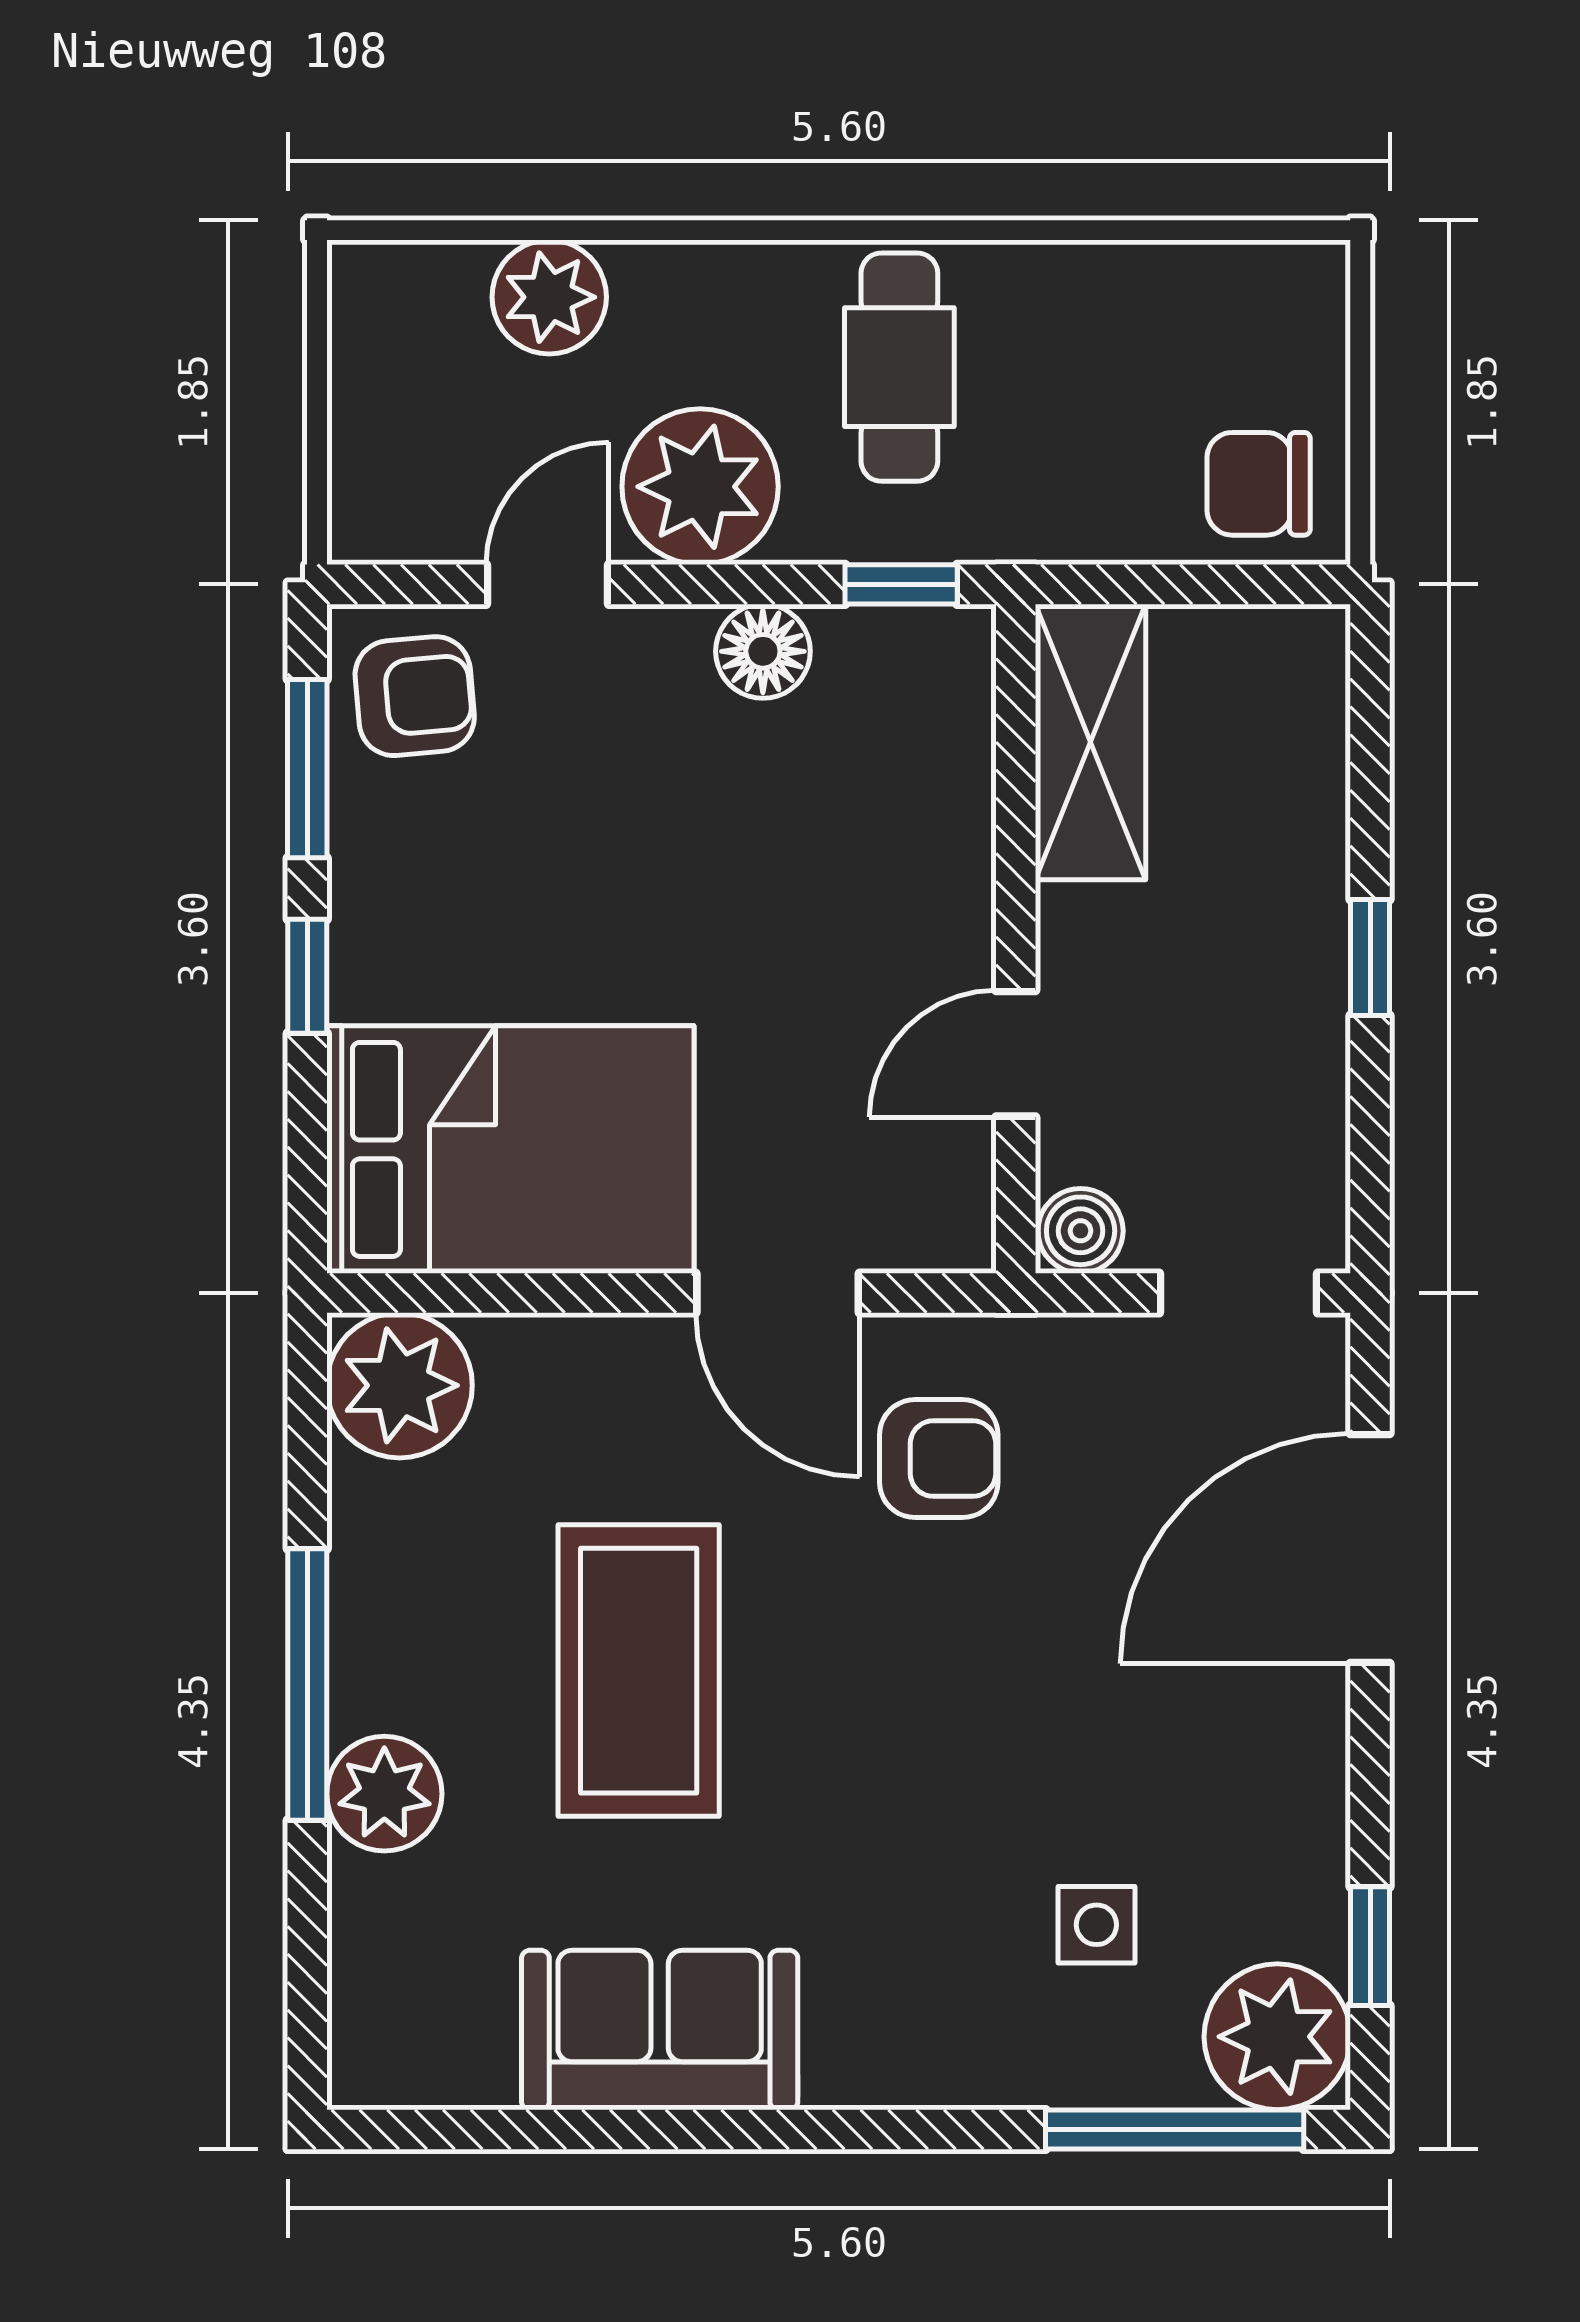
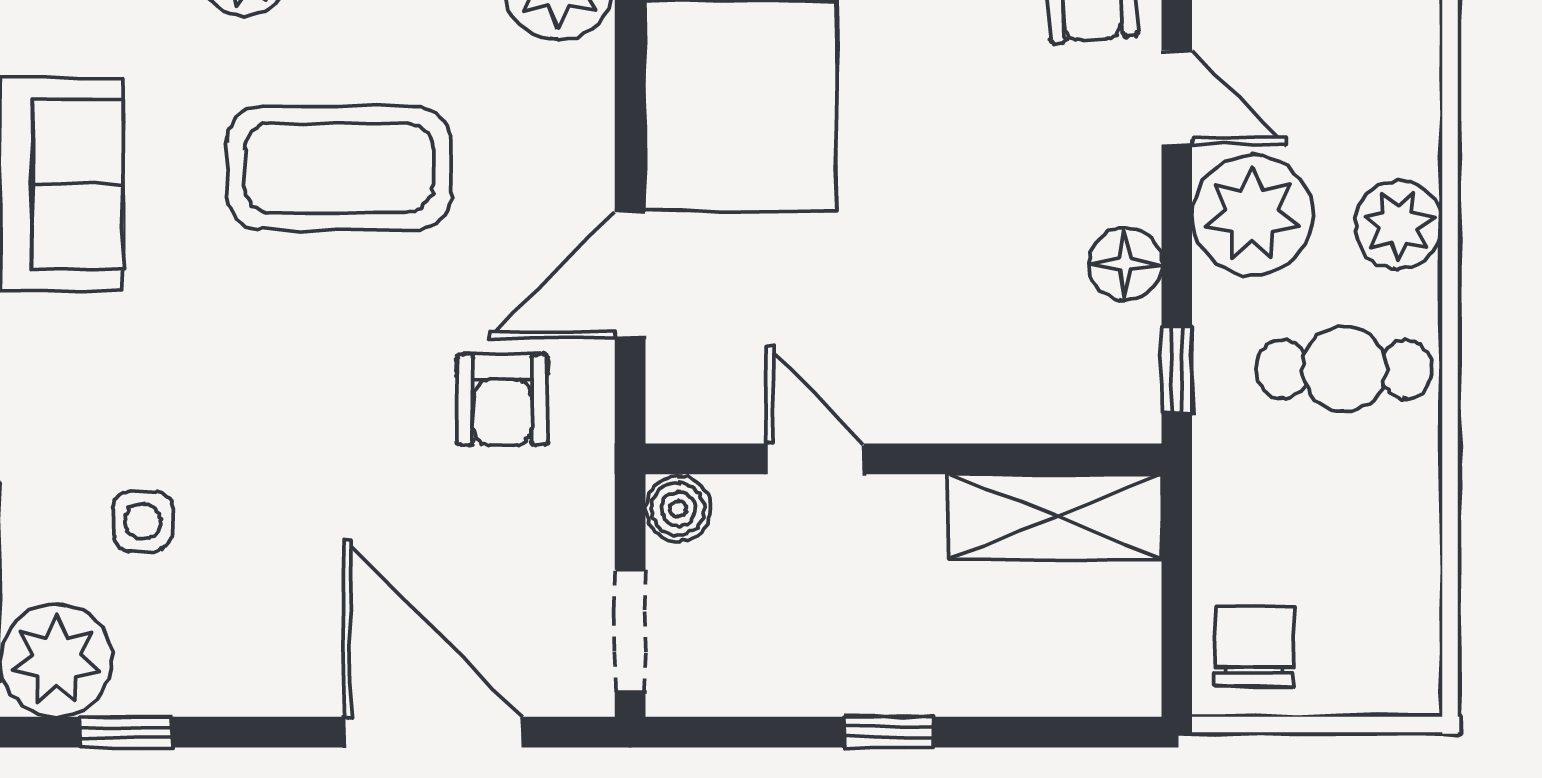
plant: (549, 297) -> (1398, 225), moved

